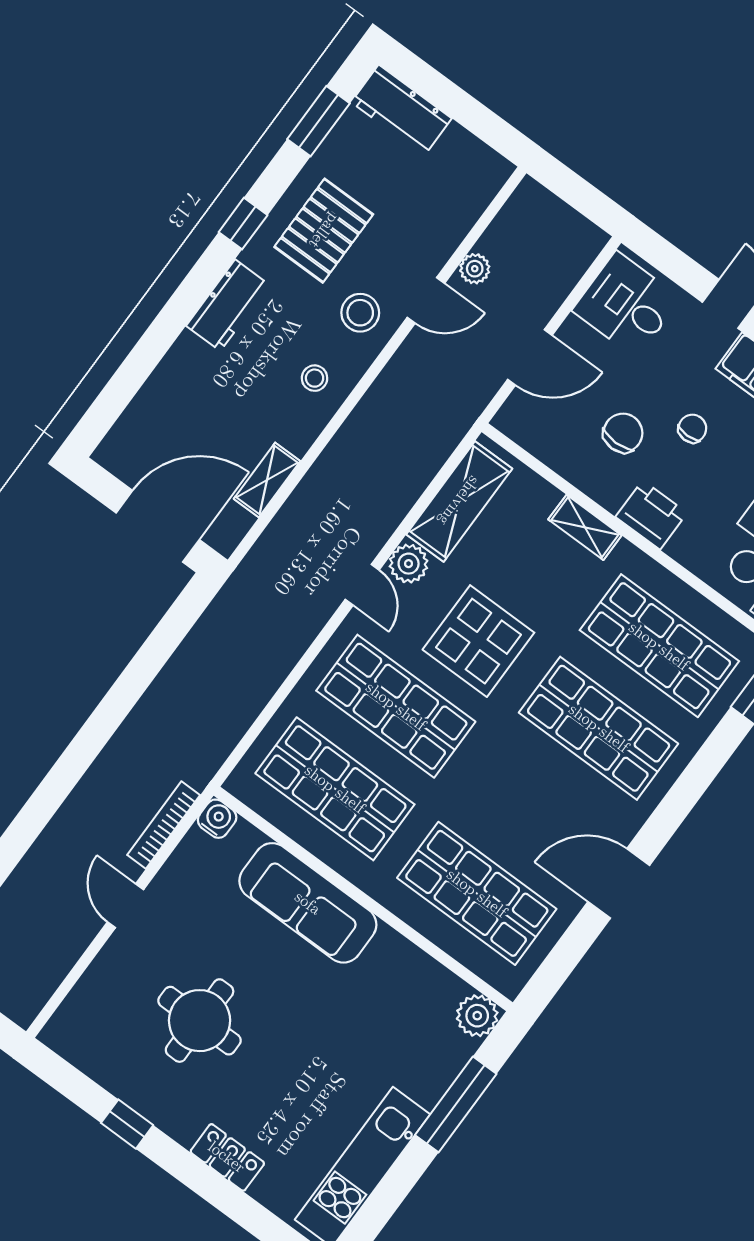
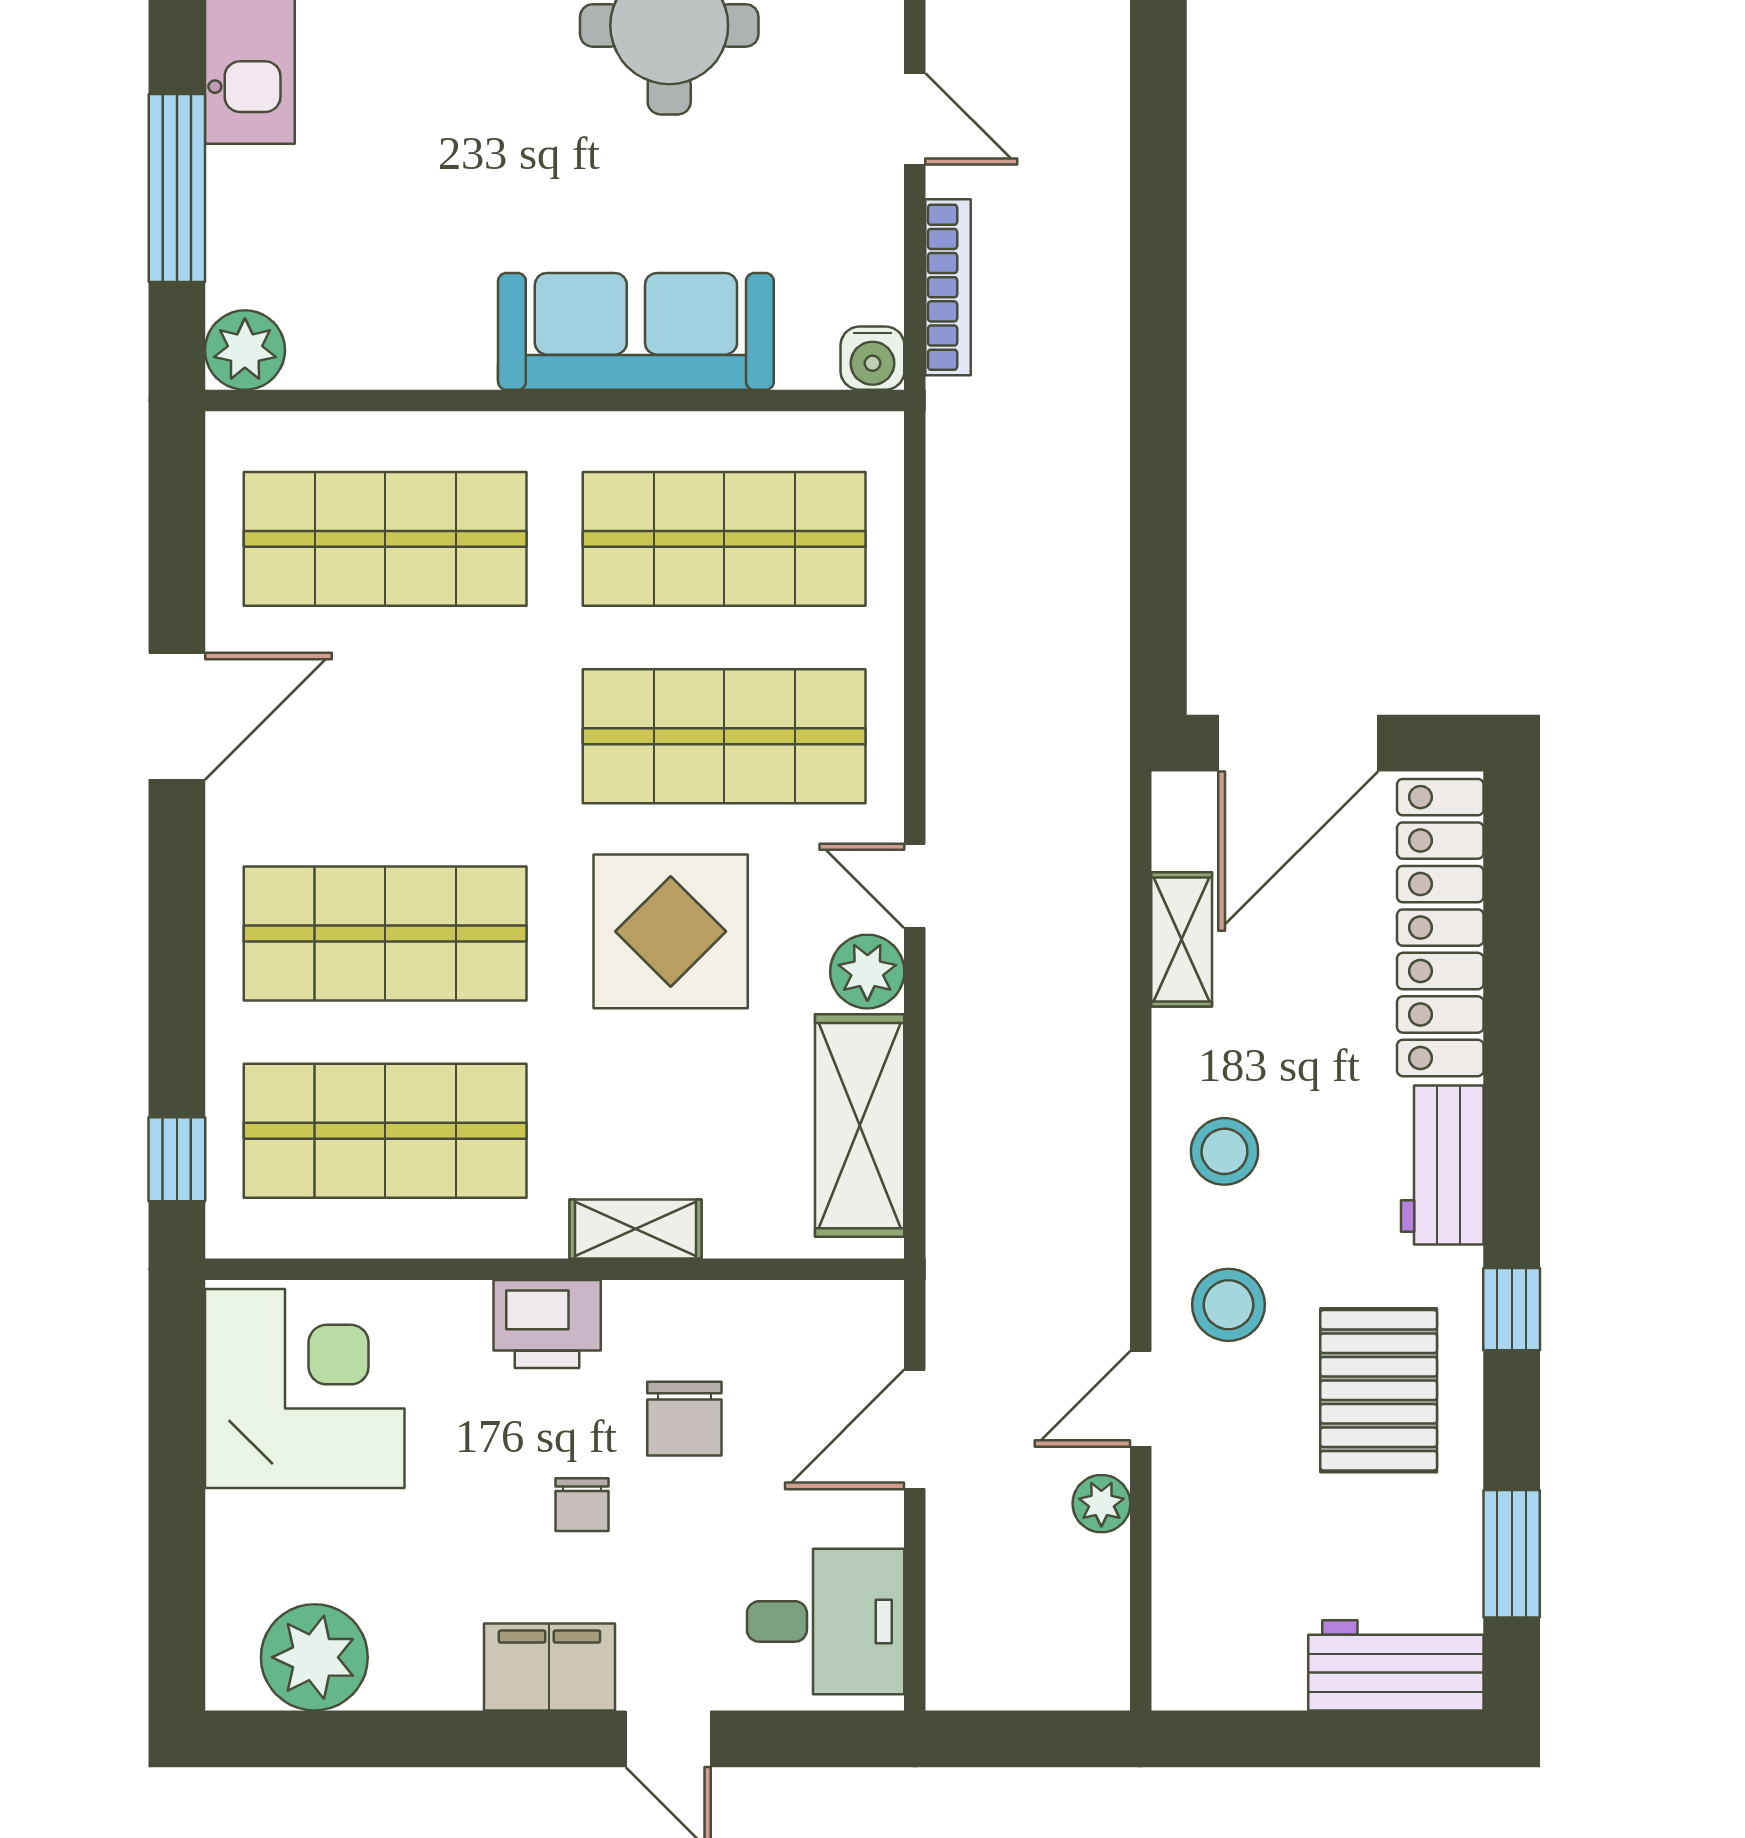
stool: (315, 378) -> (1224, 1151), width x1.37, depth x1.37
locker: (155, 405) -> (1440, 928), added

